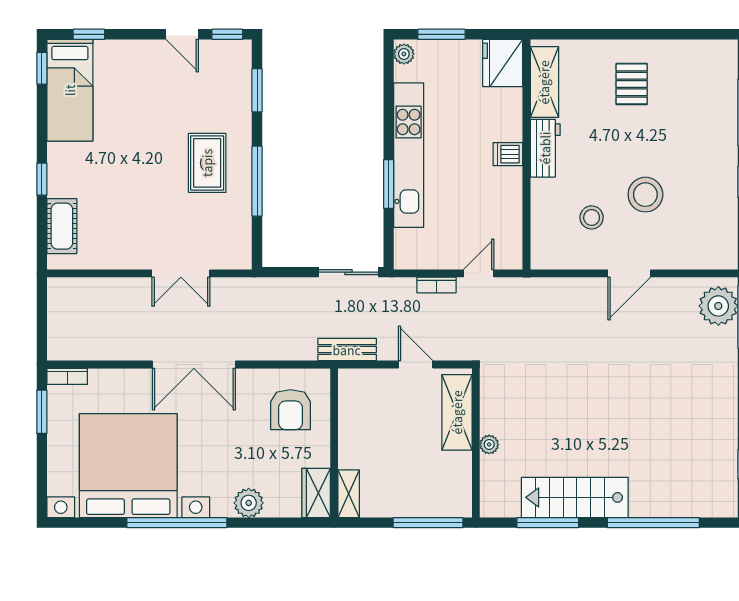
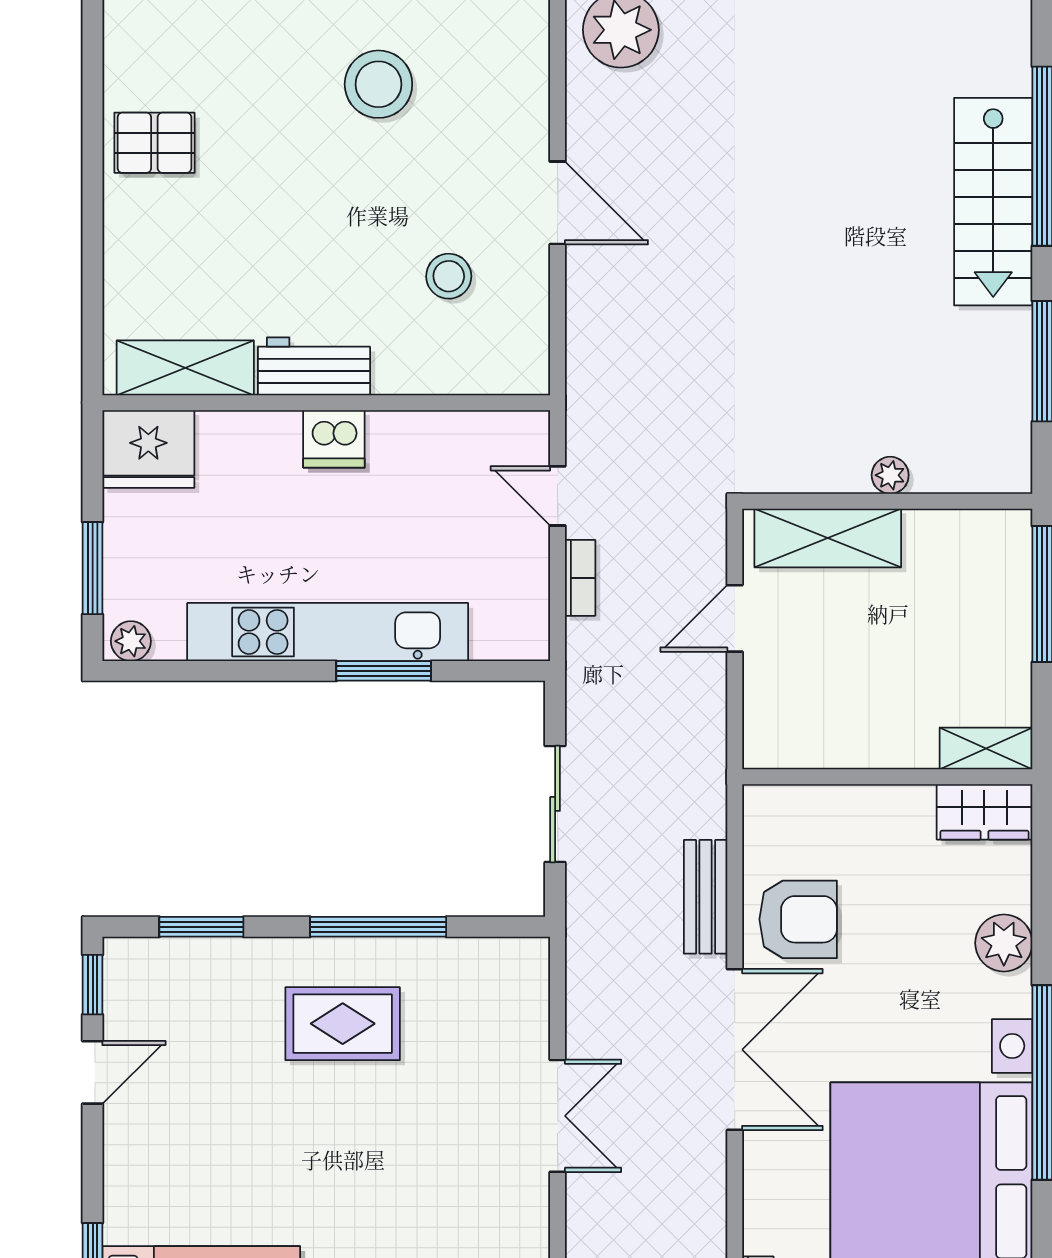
pallet: (632, 84) -> (154, 143), moved
dishwasher: (508, 154) -> (334, 439), width x1.38
stool: (645, 195) -> (378, 84), moved
sliding door: (348, 272) -> (555, 804), moved
double door: (181, 273) -> (558, 1116), moved
bench: (347, 350) -> (706, 897), moved
armchair: (290, 410) -> (798, 919), moved
stairs: (575, 497) -> (993, 202), moved

